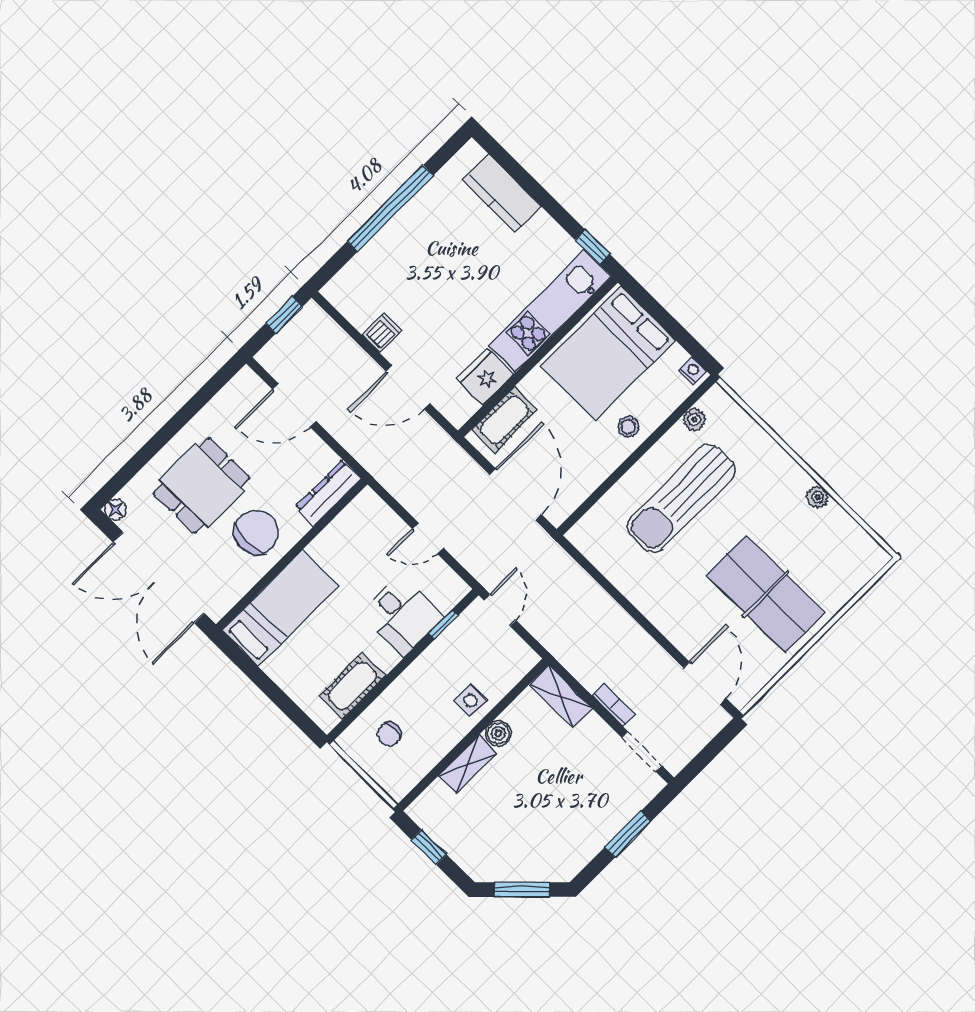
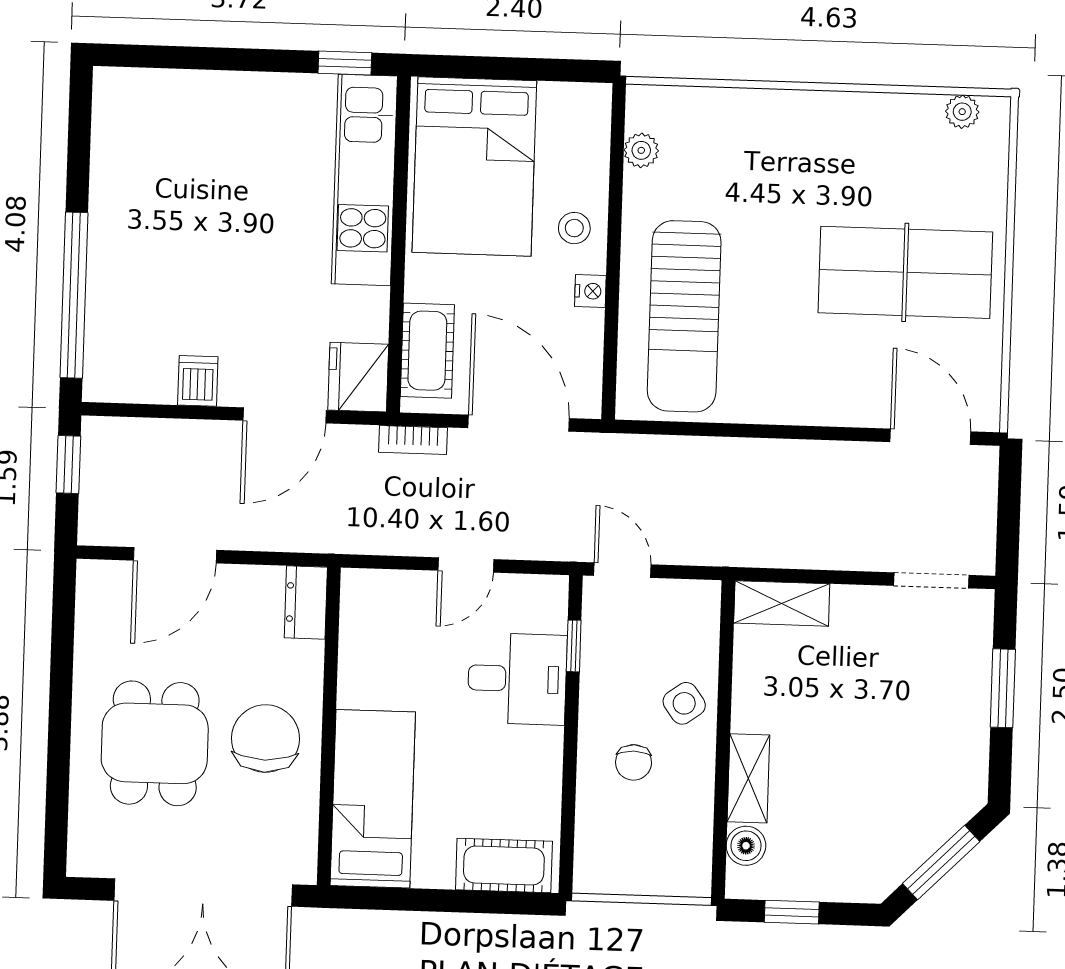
kitchen counter: (502, 193) -> (186, 98), removed
window: (390, 208) -> (74, 295), moved
nightstand: (692, 371) -> (590, 291), moved, turned 90
fridge: (485, 377) -> (358, 377), moved
dresser: (328, 493) -> (306, 602), width x0.70
plant: (818, 497) -> (962, 112), moved
sun lounger: (681, 498) -> (684, 316), moved
floor lamp: (115, 509) -> (83, 861), removed
cot: (352, 686) -> (504, 865), moved, turned 90
side table: (470, 701) -> (684, 703), turned -36
bookcase: (614, 705) -> (413, 440), moved, turned 180
boiler: (498, 733) -> (746, 846), moved
chair: (389, 734) -> (634, 762), moved

